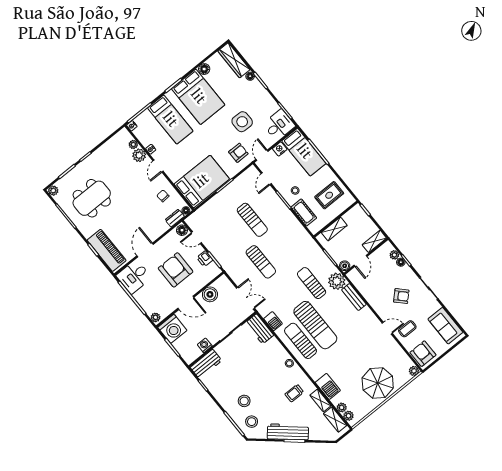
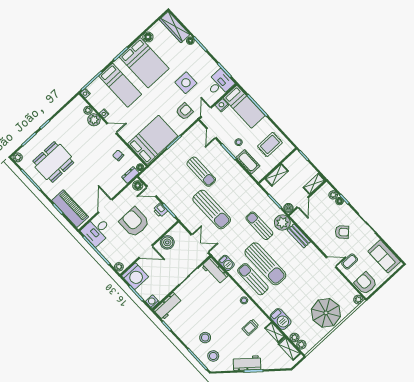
door: (158, 166) -> (112, 128), swing flipped
sun lounger: (261, 262) -> (212, 210), width x1.36, depth x1.34
washing machine: (205, 345) -> (152, 302), moved
workbench: (288, 432) -> (247, 363), width x0.73

